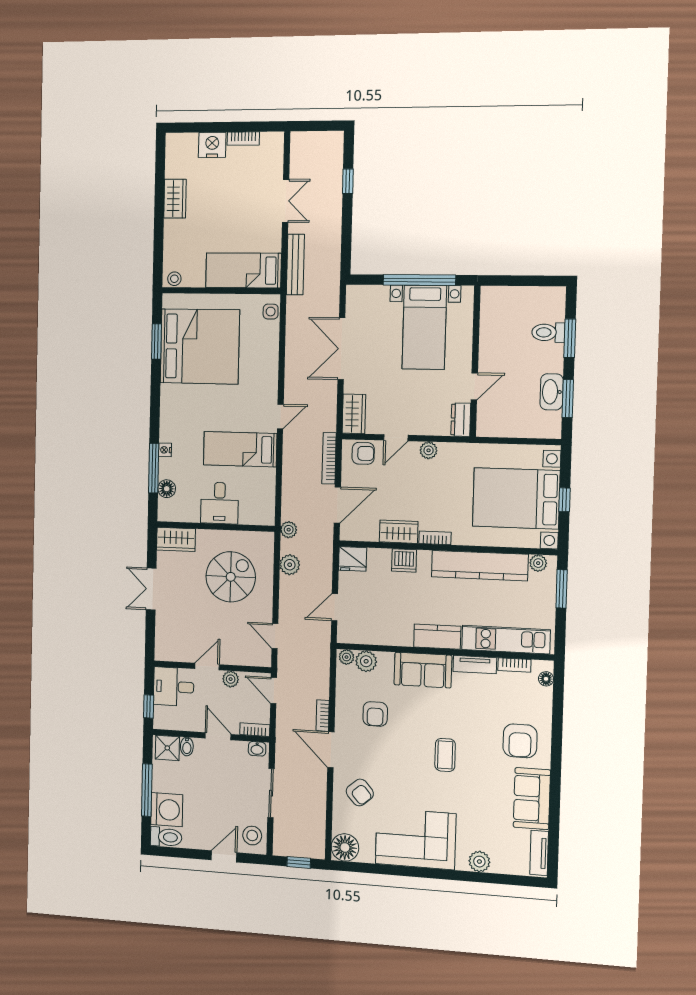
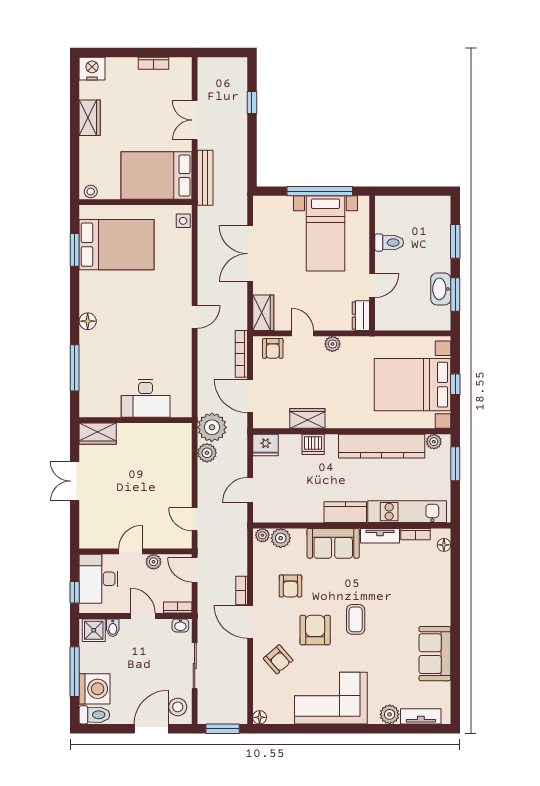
nightstand: (212, 145) -> (92, 69), moved
double door: (286, 201) -> (195, 120), swing flipped
bed: (243, 270) -> (157, 176), width x1.50
toilet: (548, 332) -> (389, 243), moved, turned 180
bed: (200, 346) -> (117, 245), width x0.73
door: (396, 438) -> (302, 333), swing flipped
bed: (240, 449) -> (157, 348), removed
nightstand: (165, 450) -> (85, 351), removed
armchair: (363, 453) -> (273, 348), turned 90
floor lamp: (167, 489) -> (88, 321), moved
desk: (220, 503) -> (146, 398), width x1.37
door: (337, 505) -> (250, 396), swing flipped
plant: (289, 530) -> (212, 427), width x1.87, depth x1.87
bookcase: (435, 538) -> (341, 423), removed
spiral stairs: (231, 577) -> (151, 466), removed
desk: (174, 687) -> (99, 579), width x1.37
armchair: (520, 741) -> (315, 630), moved, turned 180
floor lamp: (345, 847) -> (260, 717), width x0.53, depth x0.53
tv unit: (539, 853) -> (421, 716), moved, turned 90
door: (224, 856) -> (151, 729), width x1.38
window: (299, 862) -> (223, 729), width x1.50

